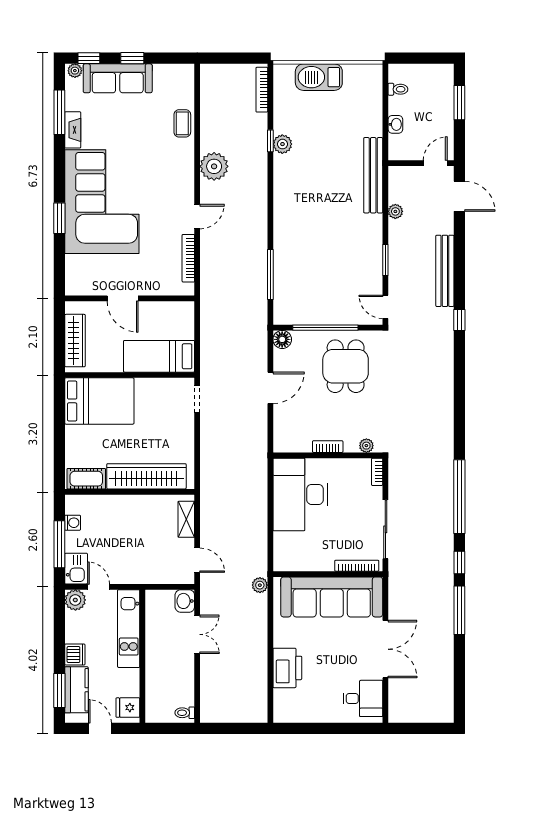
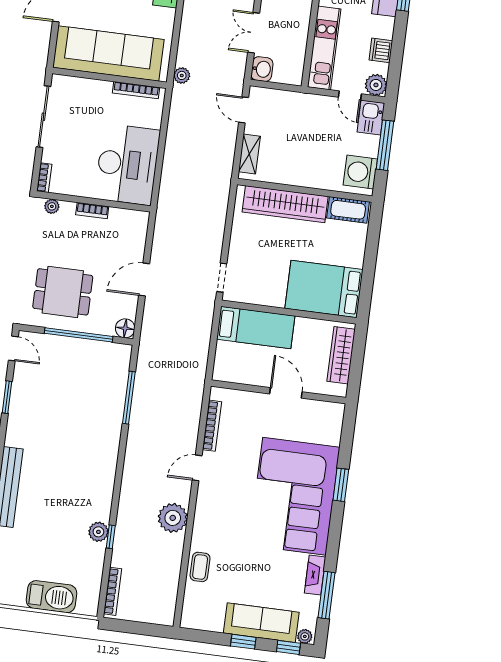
dining table: (346, 366) -> (63, 292), turned 90
washing machine: (73, 523) -> (360, 172), width x1.89, depth x1.89
bookcase: (357, 566) -> (136, 90), moved
dishwasher: (75, 655) -> (381, 50), moved

